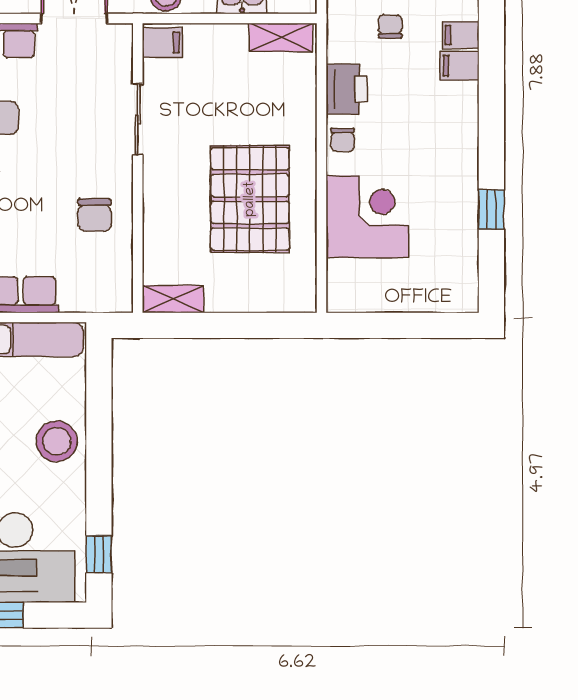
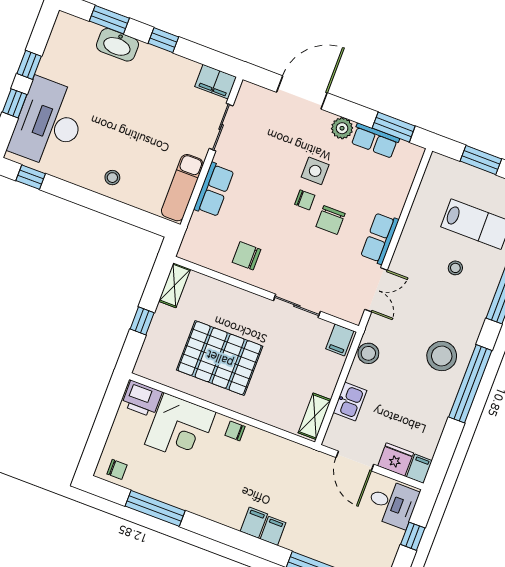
chair: (390, 27) -> (117, 469), moved
printer: (347, 89) -> (142, 399), moved
window: (491, 210) -> (155, 508), width x2.17
window: (239, 325) -> (142, 321), added
stool: (57, 441) -> (112, 178), width x0.53, depth x0.53

